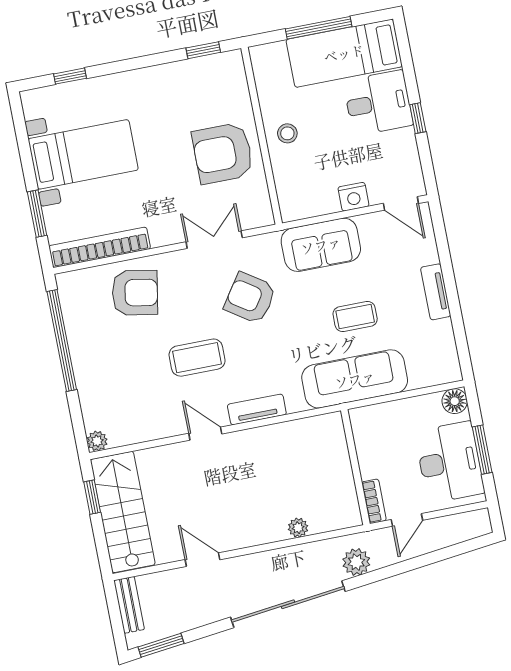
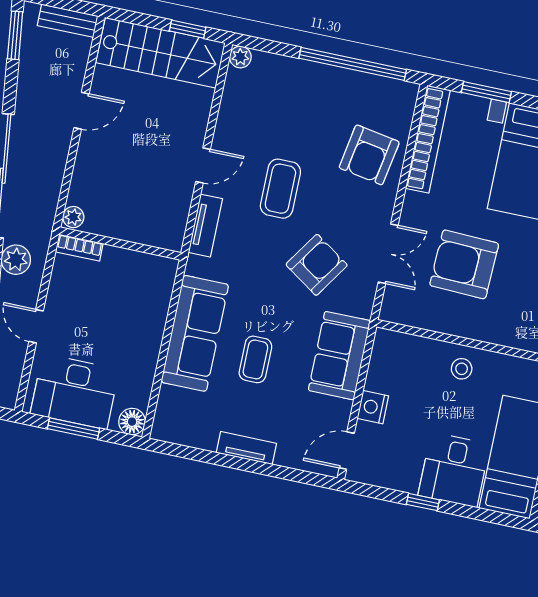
armchair: (223, 153) -> (464, 264), moved, turned -88
wall: (355, 467) -> (120, 244), moved
bookcase: (374, 501) -> (79, 248), moved

